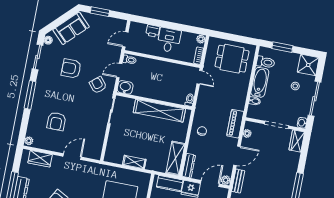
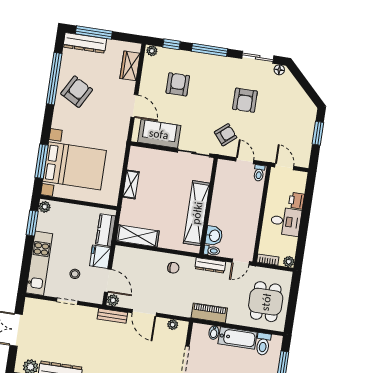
sofa: (71, 28) -> (159, 134), moved, turned 135
armchair: (71, 68) -> (245, 100), turned 180
washbasin: (125, 87) -> (214, 236), moved
armchair: (56, 121) -> (178, 84), turned 90
piano: (235, 124) -> (209, 313), moved
window: (24, 125) -> (171, 44), added
dresser: (189, 166) -> (210, 265), moved

